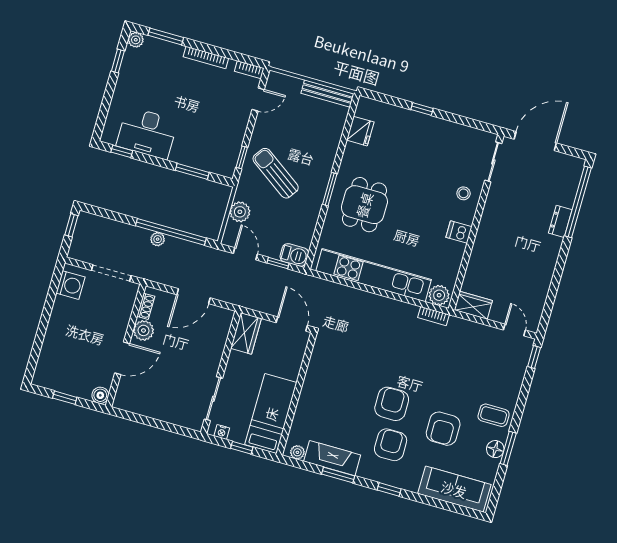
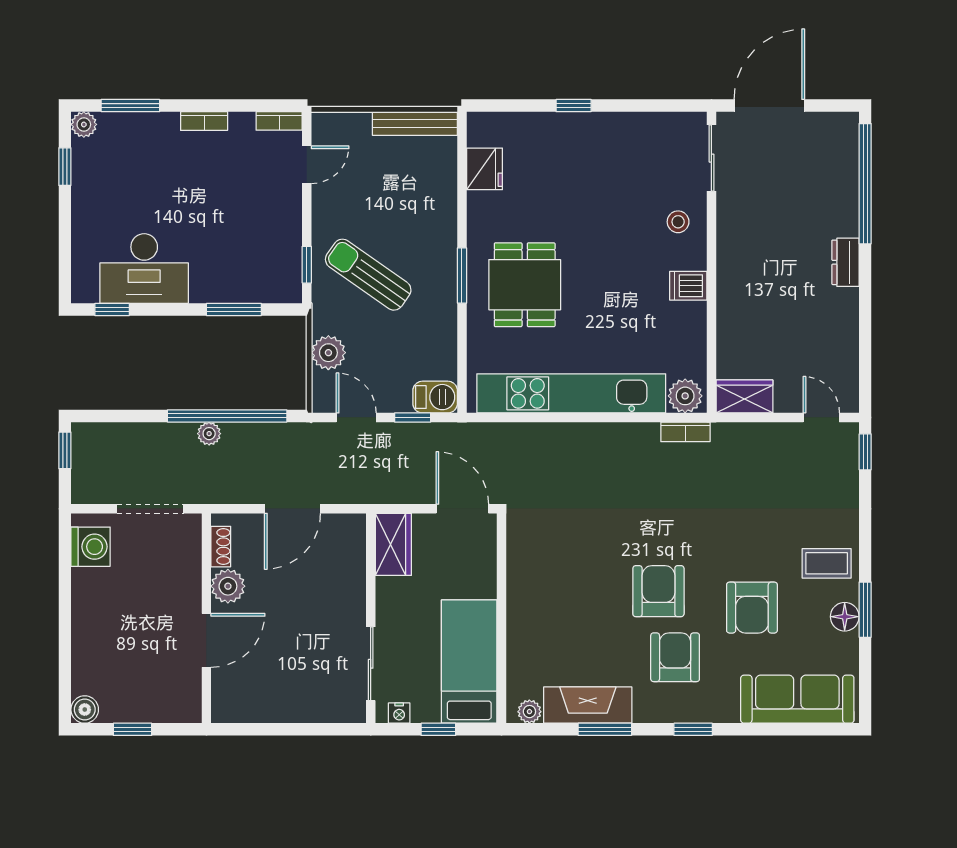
bookcase: (206, 58) -> (204, 121), width x0.64
dresser: (560, 221) -> (845, 262), moved
boiler: (100, 395) -> (85, 710), moved

